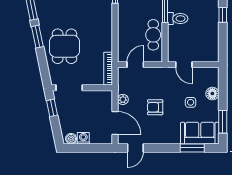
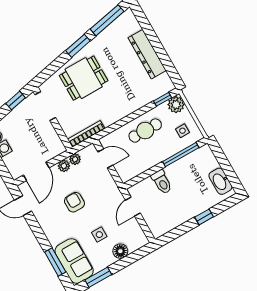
toilet: (178, 19) -> (162, 182), moved
cafe table: (153, 35) -> (145, 131), moved
plant: (123, 88) -> (75, 159), added

